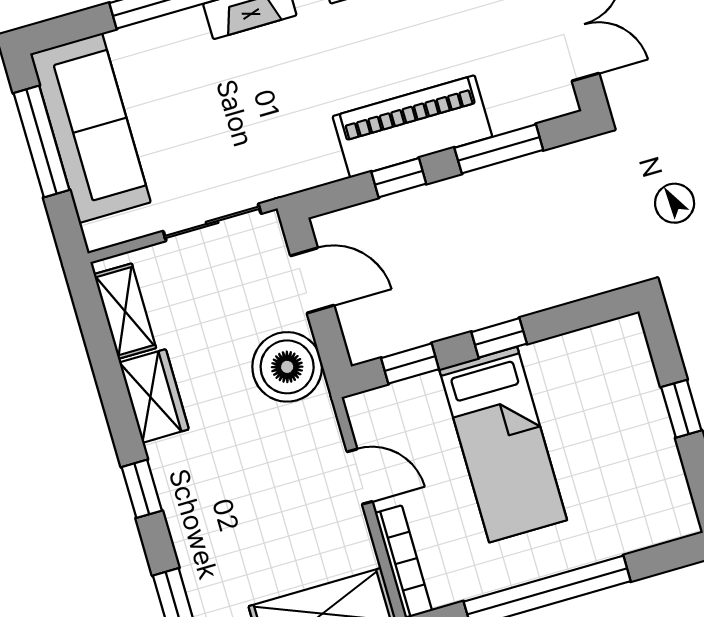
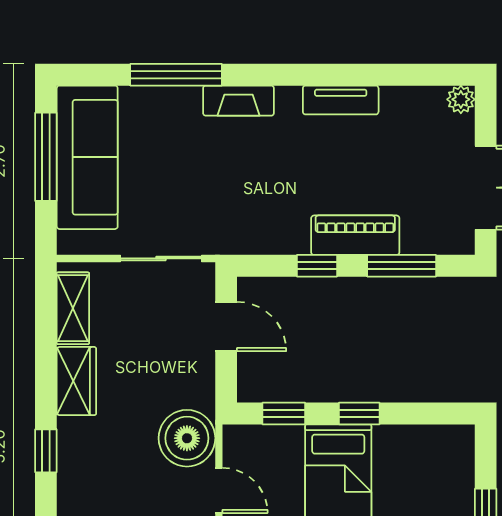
piano: (412, 126) -> (355, 235), width x0.73, depth x0.75
boiler: (287, 367) -> (187, 438), moved

